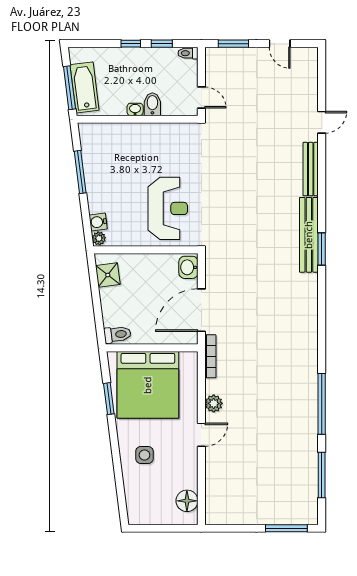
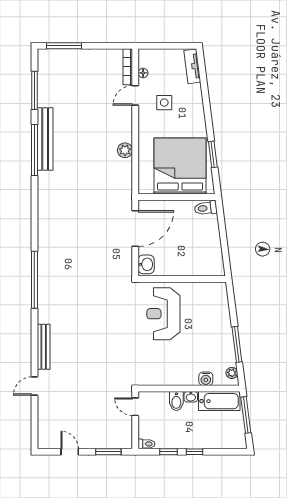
bathtub: (85, 87) -> (219, 401), moved, turned -83
water cooler: (98, 222) -> (206, 379), moved, turned 97
bench: (309, 235) -> (45, 139), moved
plant: (99, 238) -> (232, 373), moved
window: (322, 249) -> (34, 280), width x2.11
shower: (108, 275) -> (214, 258), removed
bookcase: (210, 356) -> (128, 67), moved
door: (201, 435) -> (135, 95), moved
side table: (144, 455) -> (164, 103), moved
floor lamp: (187, 501) -> (143, 73), width x0.53, depth x0.53
tv unit: (133, 504) -> (192, 66), added

